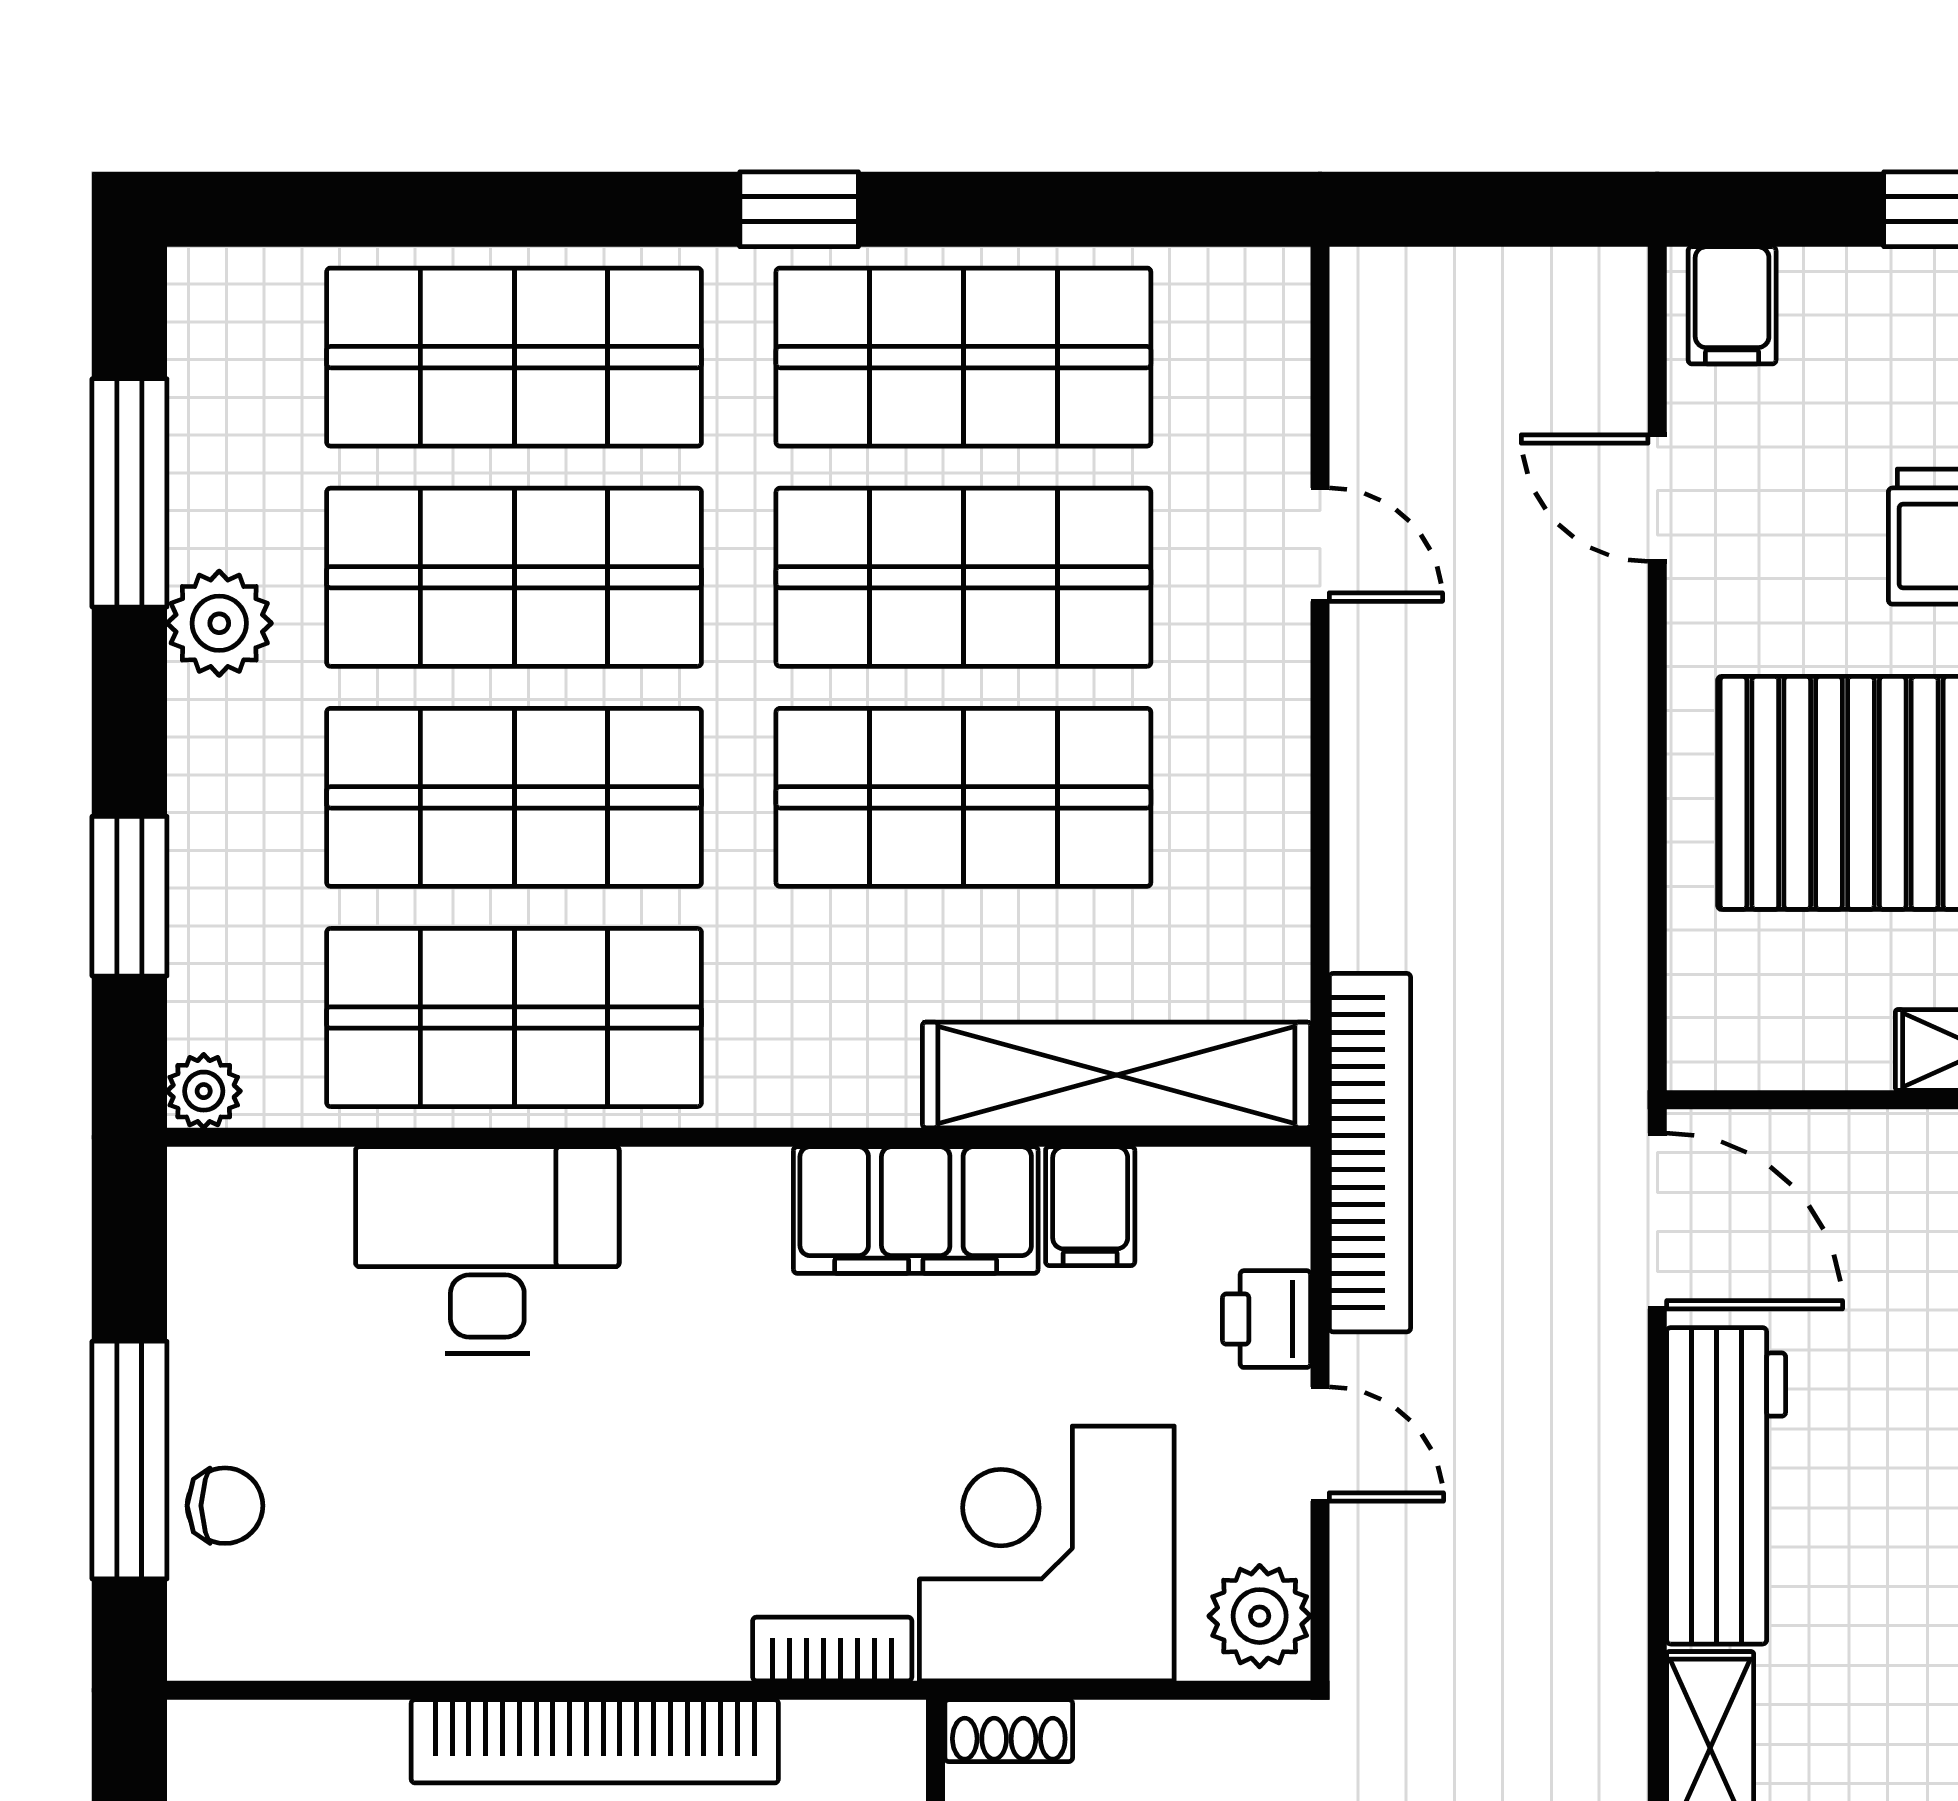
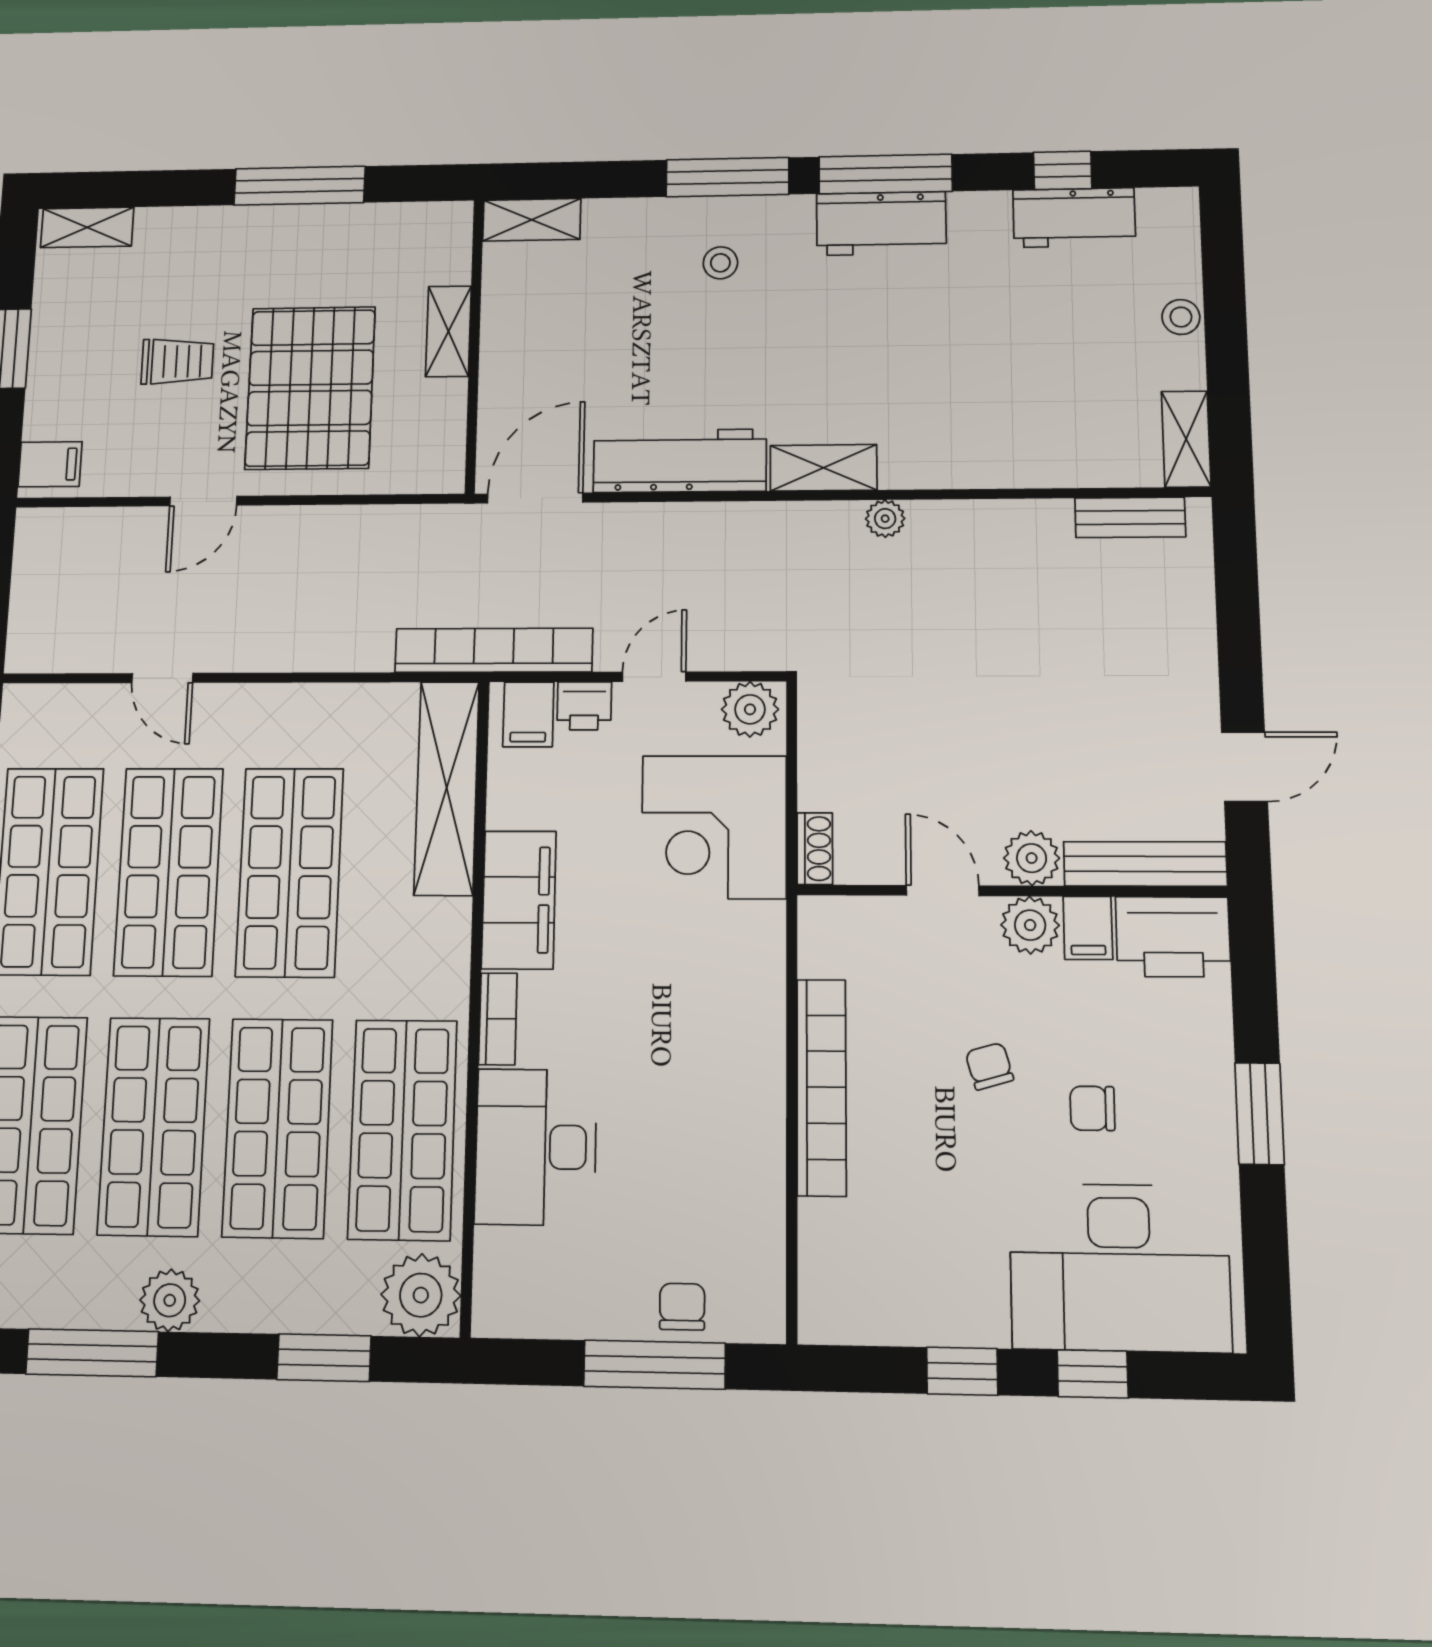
door: (1657, 498) -> (203, 501), moved
door: (1320, 545) -> (162, 678), swing flipped
plant: (204, 1091) -> (421, 1295), width x1.88, depth x1.88
filing cabinet: (1090, 1206) -> (528, 714), moved, turned 90
bookcase: (832, 1649) -> (498, 1019), moved, turned 180

